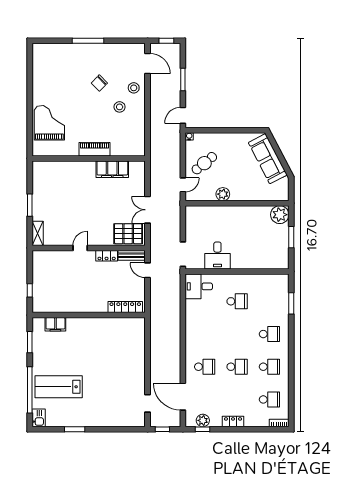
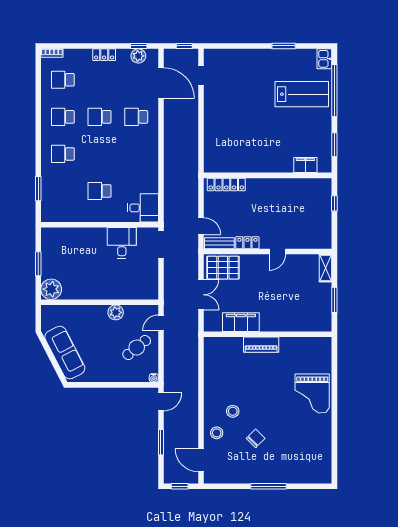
piano: (95, 149) -> (261, 345), moved
wall: (89, 158) -> (268, 334), moved
filing cabinet: (112, 169) -> (241, 322), moved

